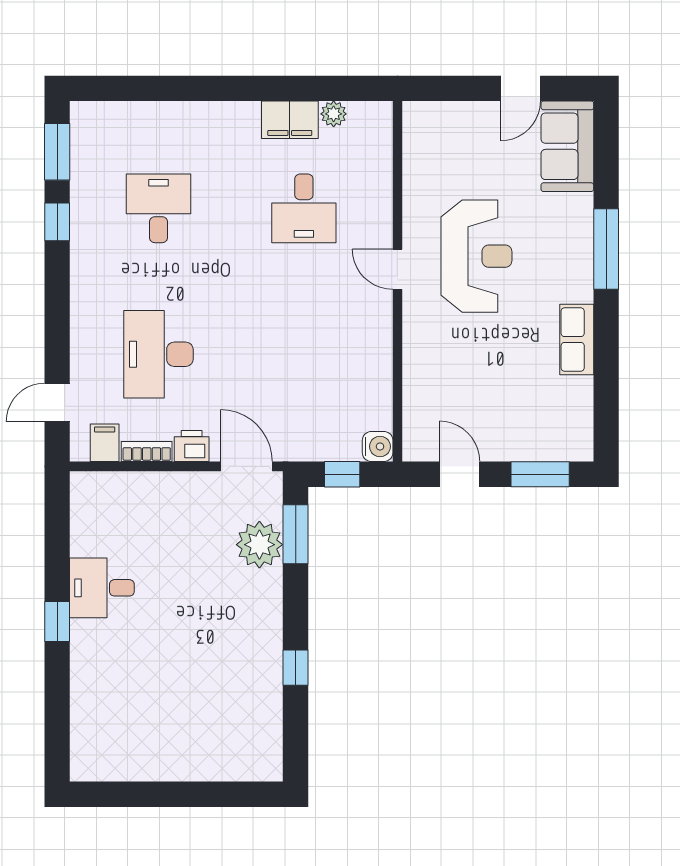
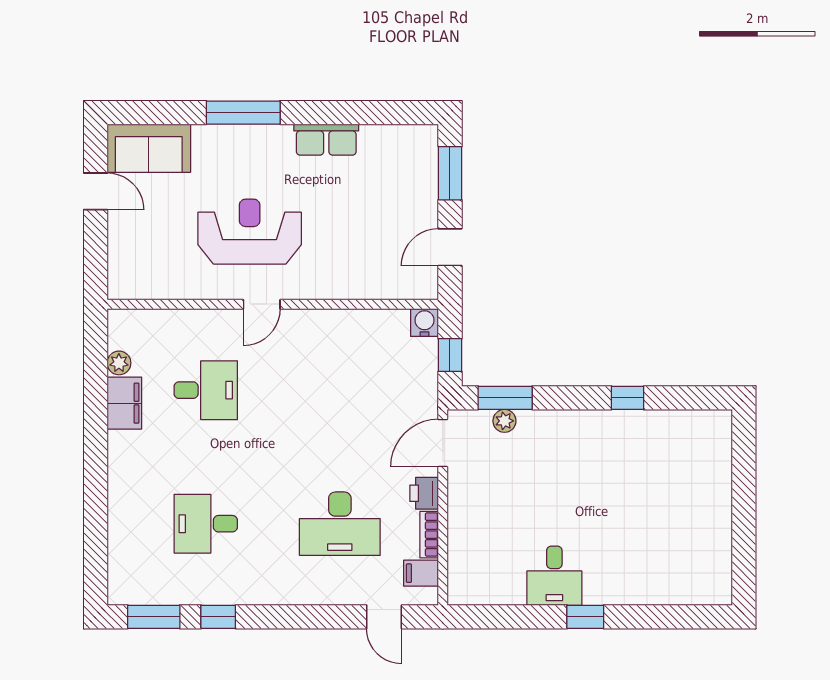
plant: (259, 545) -> (504, 421), width x0.53, depth x0.53

